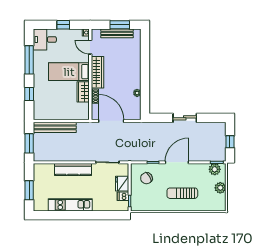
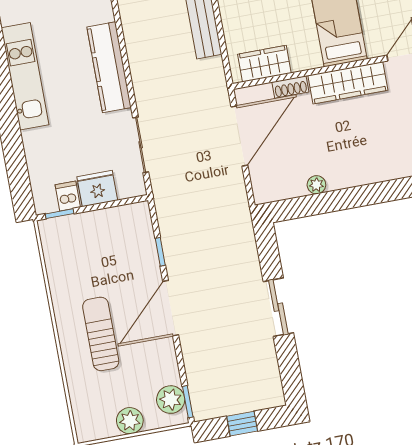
wardrobe: (83, 92) -> (264, 64), moved
door: (177, 162) -> (171, 308), swing flipped
chair: (146, 178) -> (121, 243), removed

